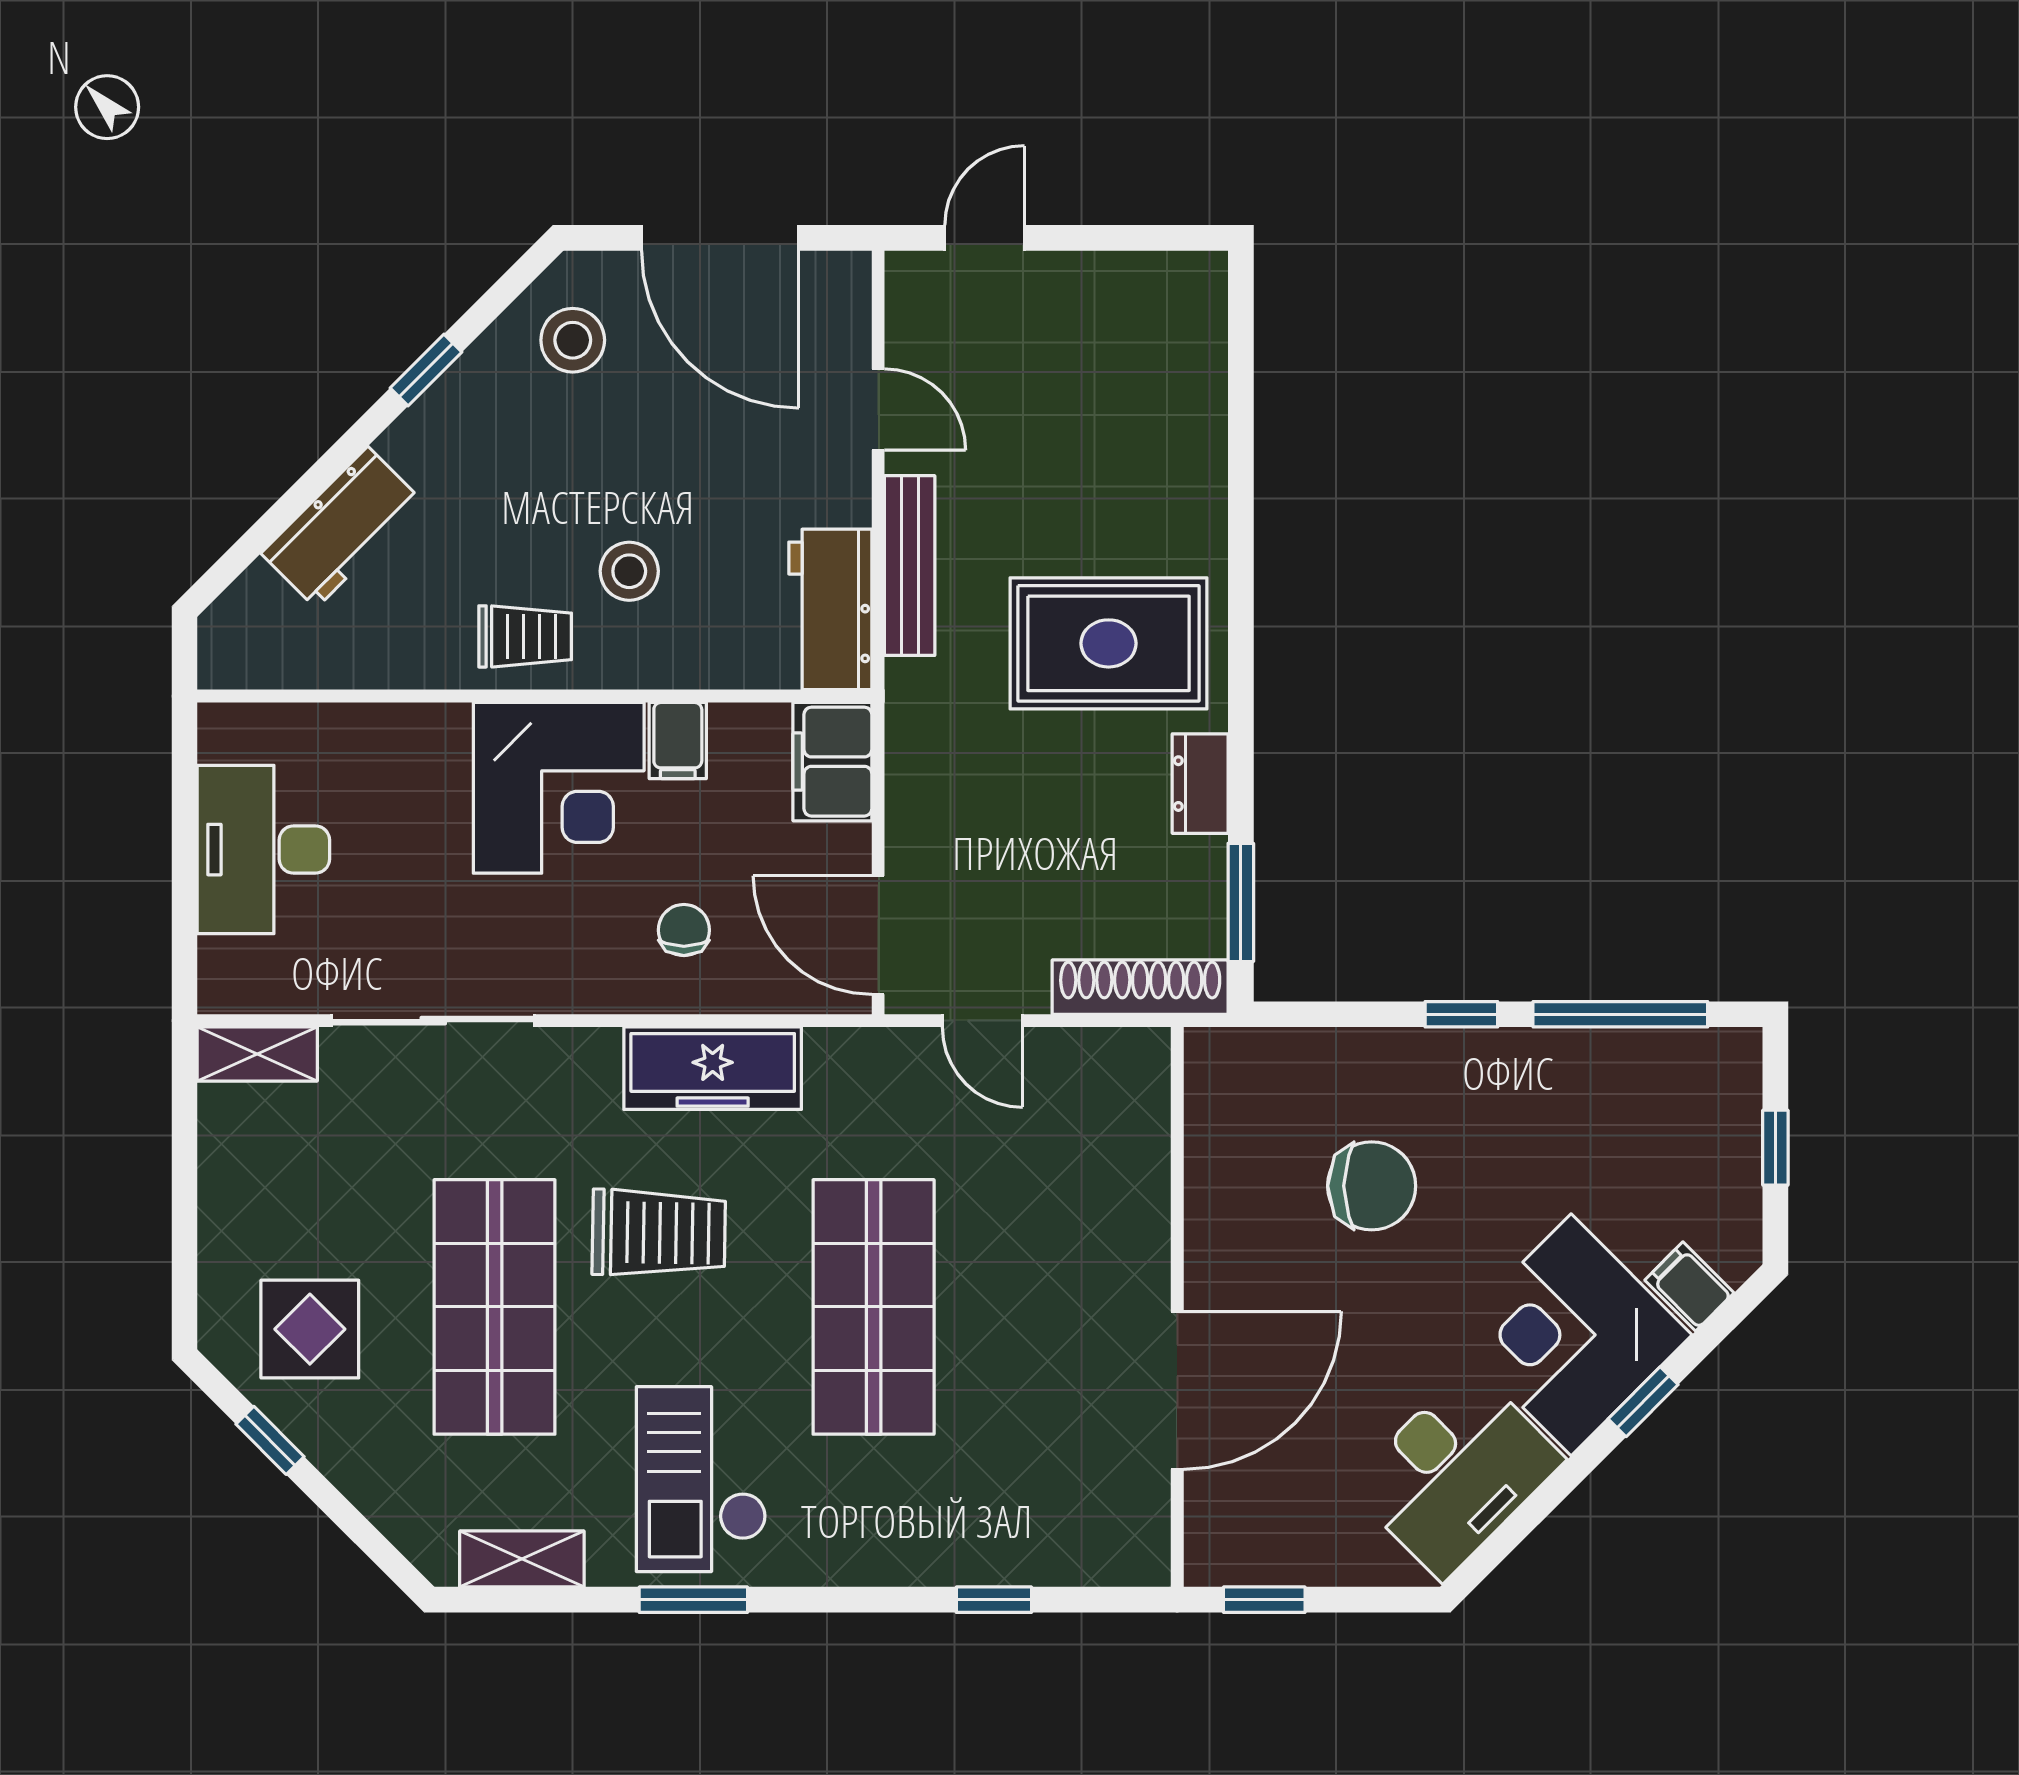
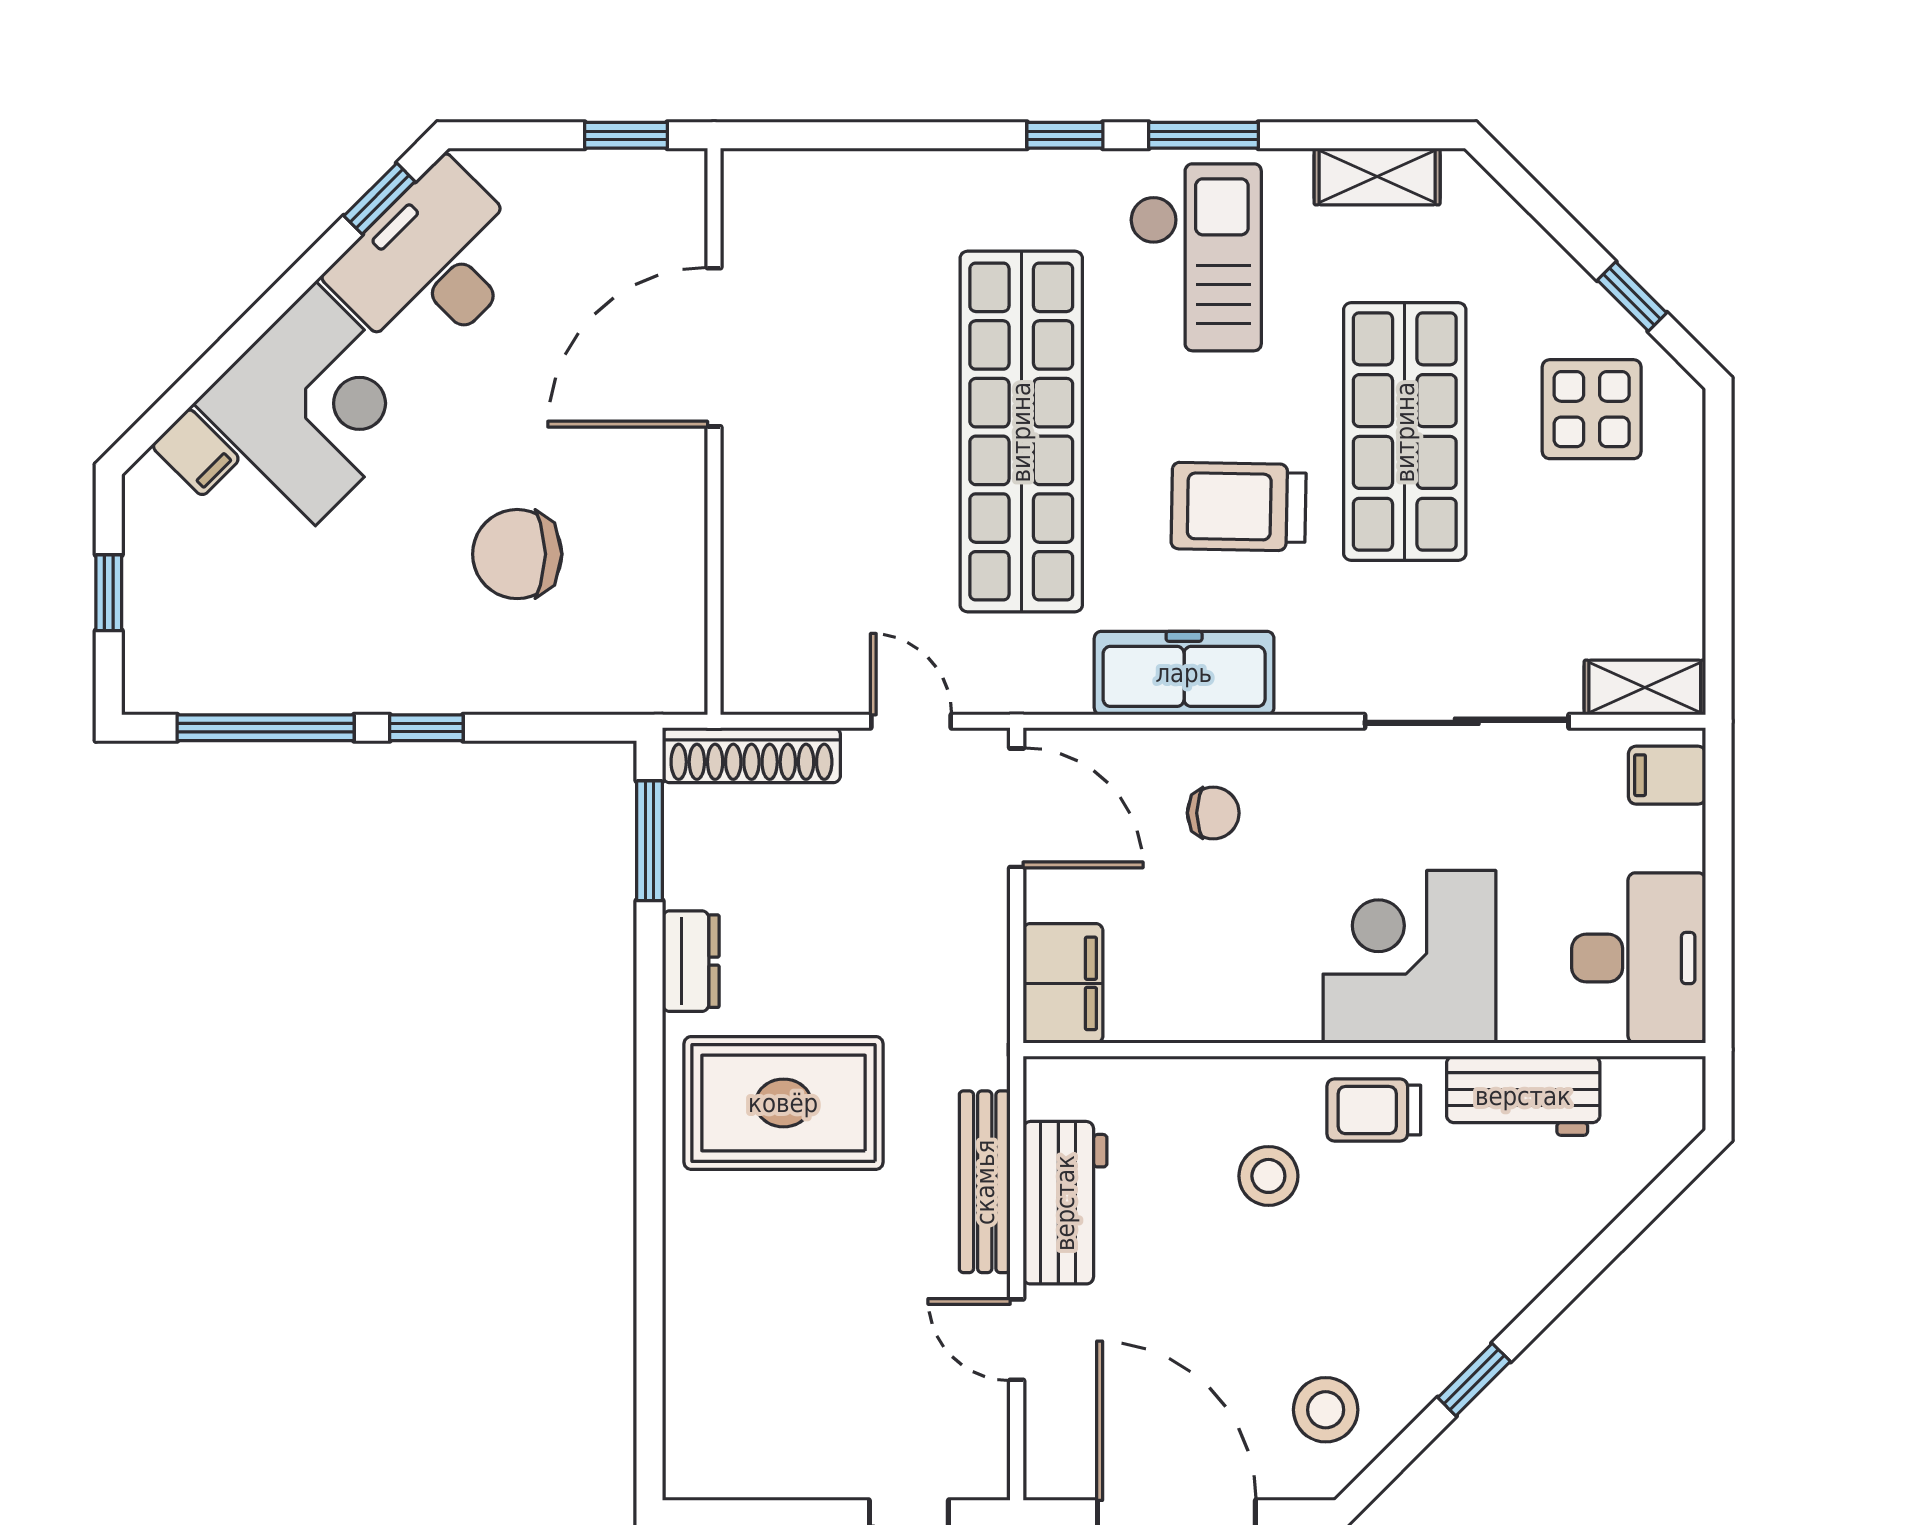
workbench: (342, 527) -> (1523, 1096), moved, turned -135
workbench: (830, 609) -> (1065, 1203), moved
filing cabinet: (678, 741) -> (1667, 775), moved, turned -90
corner desk: (559, 788) -> (1409, 957), moved
desk: (263, 850) -> (1639, 958), moved
chair: (684, 930) -> (1213, 813), turned -90
shop shelf: (874, 1307) -> (1021, 432), width x1.40
window: (1643, 1402) -> (379, 199), moved
window: (994, 1600) -> (1065, 135), moved

